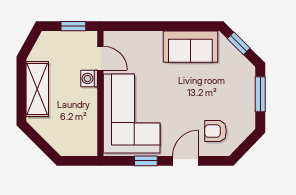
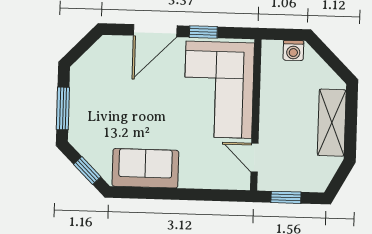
washing machine: (89, 78) -> (293, 51), moved, turned 90
armchair: (216, 131) -> (118, 66), removed
door: (186, 161) -> (155, 31), width x1.38

